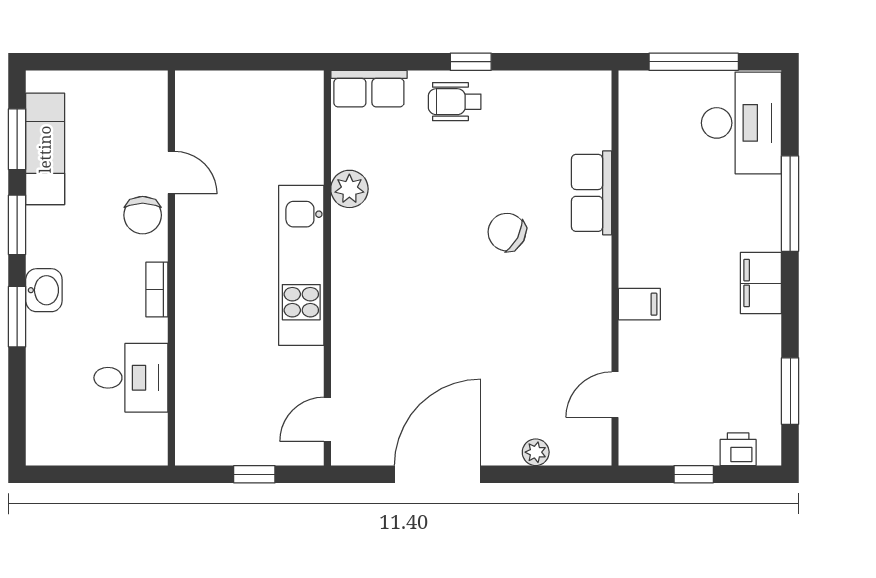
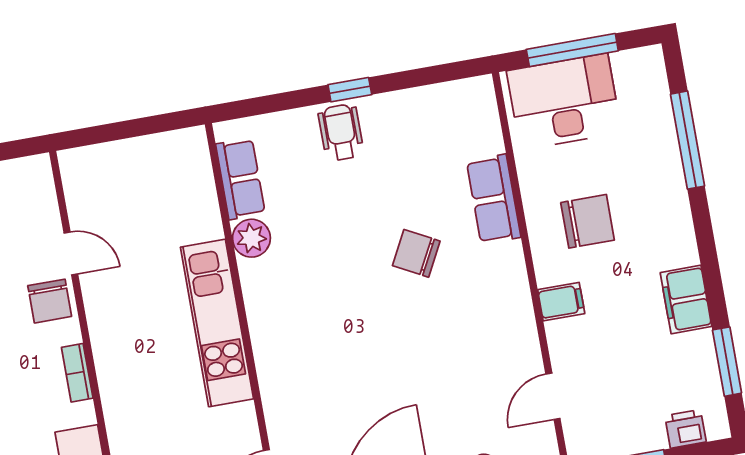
row of seats: (369, 89) -> (240, 179), moved, turned -90
wheelchair: (455, 102) -> (341, 132), turned 90
desk: (741, 123) -> (564, 102), moved, turned -90
window: (790, 204) -> (688, 140), moved
chair: (679, 231) -> (588, 221), added
filing cabinet: (761, 283) -> (686, 299), moved

